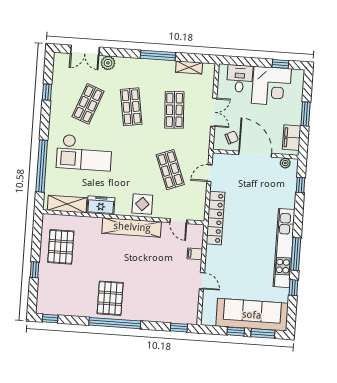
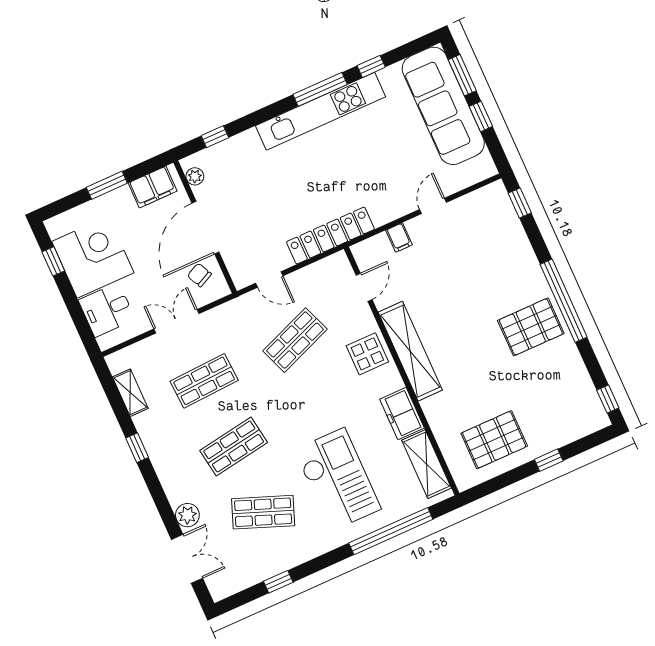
window: (158, 55) -> (137, 448), width x0.46

